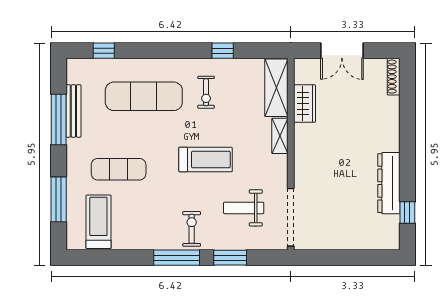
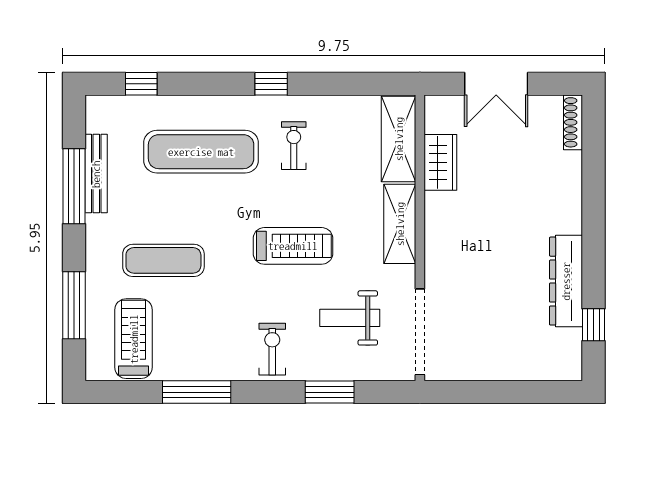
window: (223, 51) -> (271, 84), moved
exercise bike: (206, 92) -> (294, 146), turned 180
shelving: (280, 136) -> (400, 224), width x1.50, depth x1.33
window: (177, 258) -> (197, 392), moved

